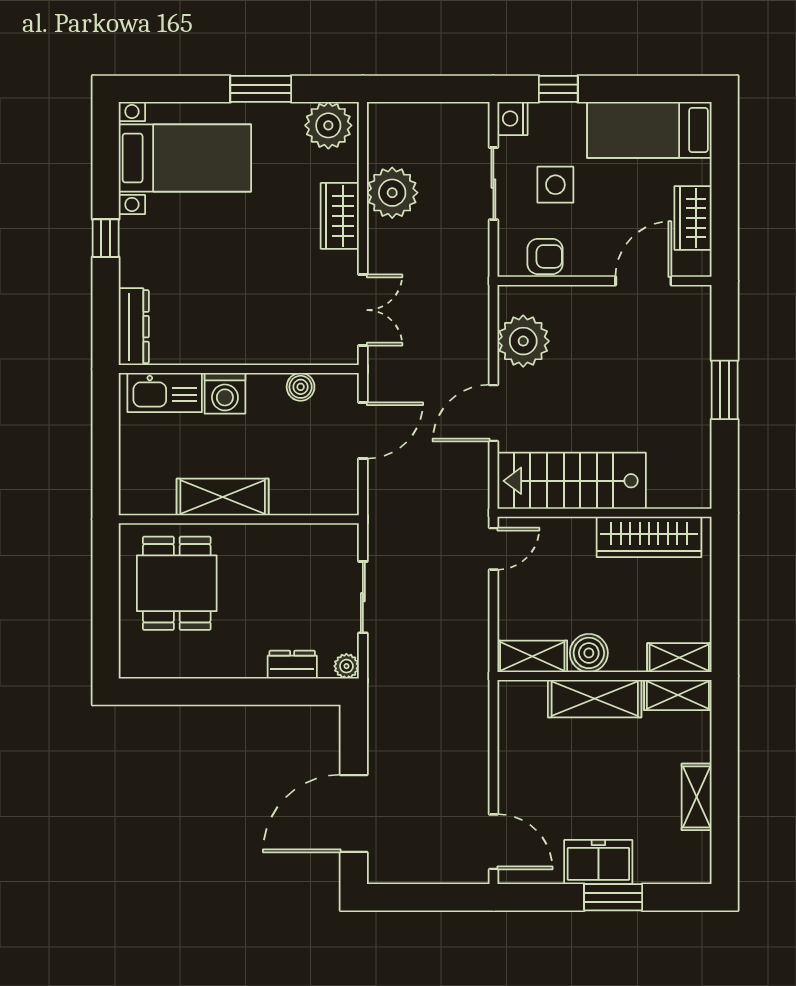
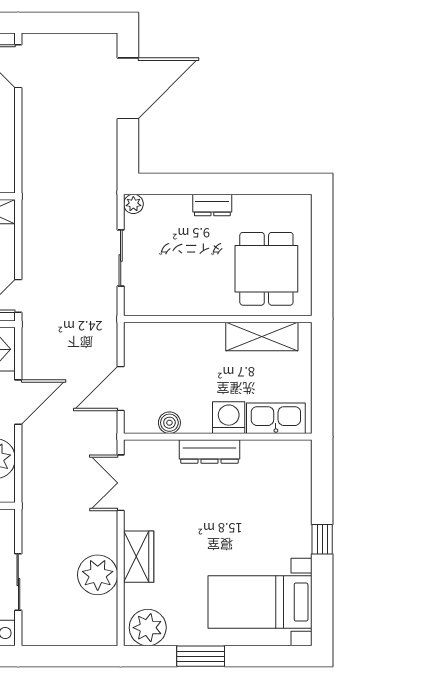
dresser: (134, 327) -> (210, 452), moved, turned -90
shelving: (223, 497) -> (262, 336), moved
dresser: (292, 665) -> (212, 205), moved

